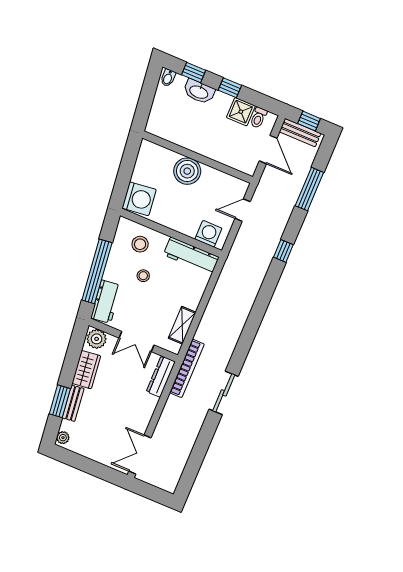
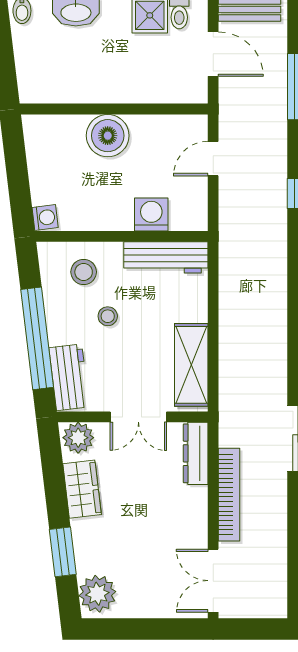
washing machine: (139, 199) -> (45, 217), width x0.53, depth x0.53
washing machine: (208, 234) -> (151, 214), moved
shelving: (182, 325) -> (191, 365), width x1.50, depth x1.33
bookcase: (187, 368) -> (229, 495), moved
bench: (73, 403) -> (83, 547), removed
plant: (63, 438) -> (97, 594), width x1.88, depth x1.88

